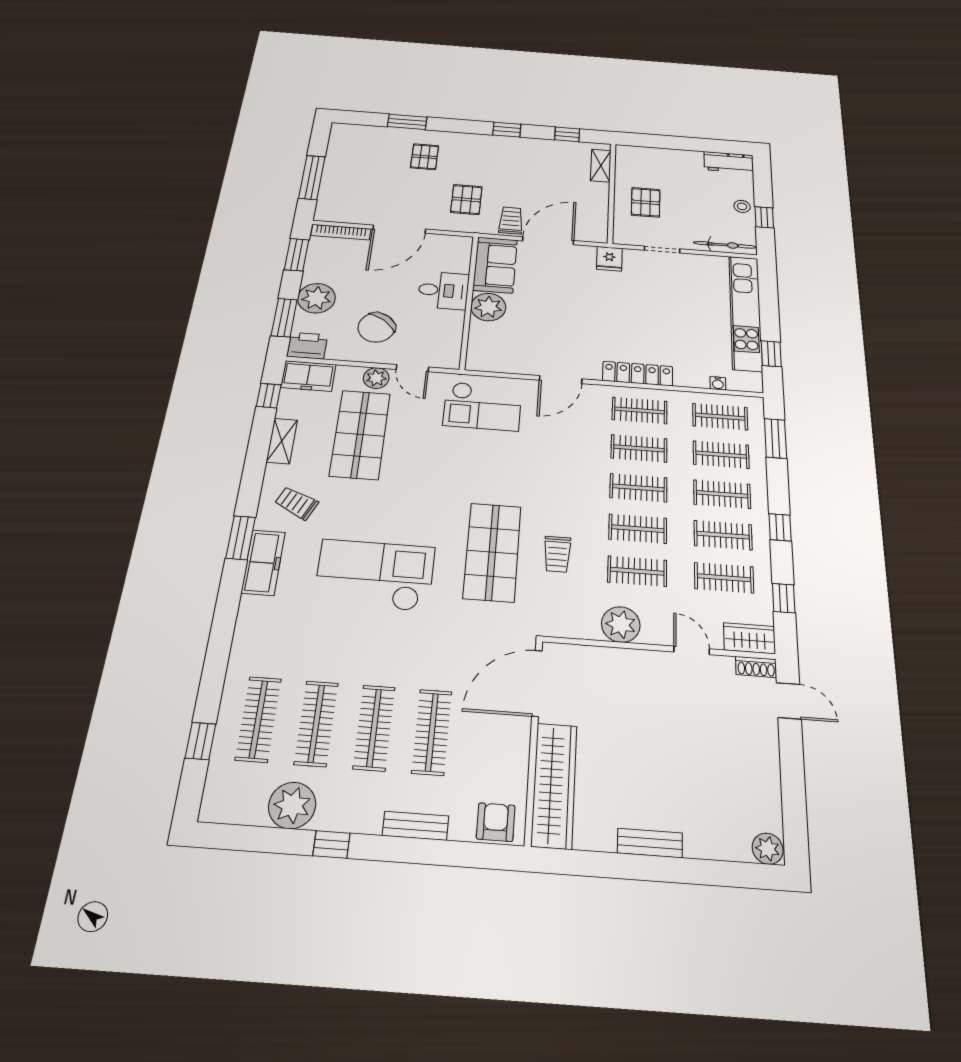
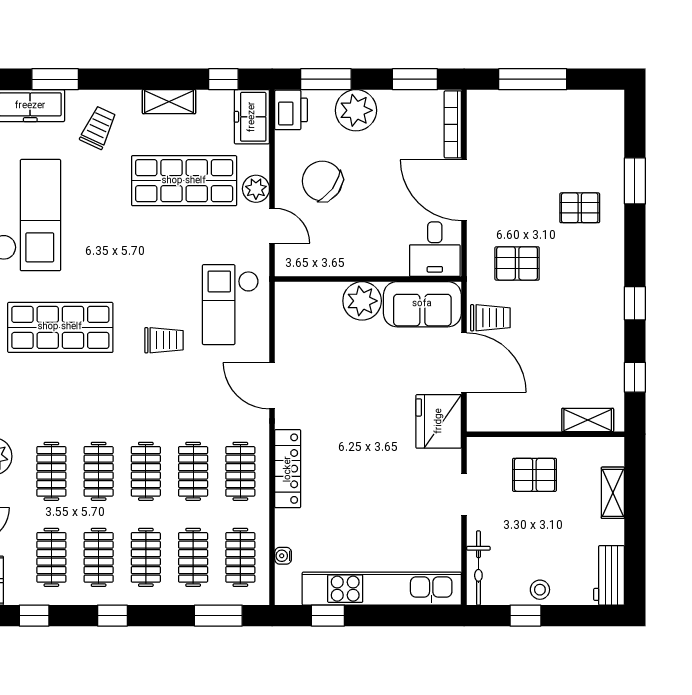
shelving: (661, 155) -> (613, 493), added
fridge: (609, 259) -> (439, 421), width x1.88, depth x1.34
desk: (443, 290) -> (435, 249), moved
door: (412, 368) -> (272, 226), swing flipped
trolley: (557, 554) -> (164, 340), moved, turned 180

